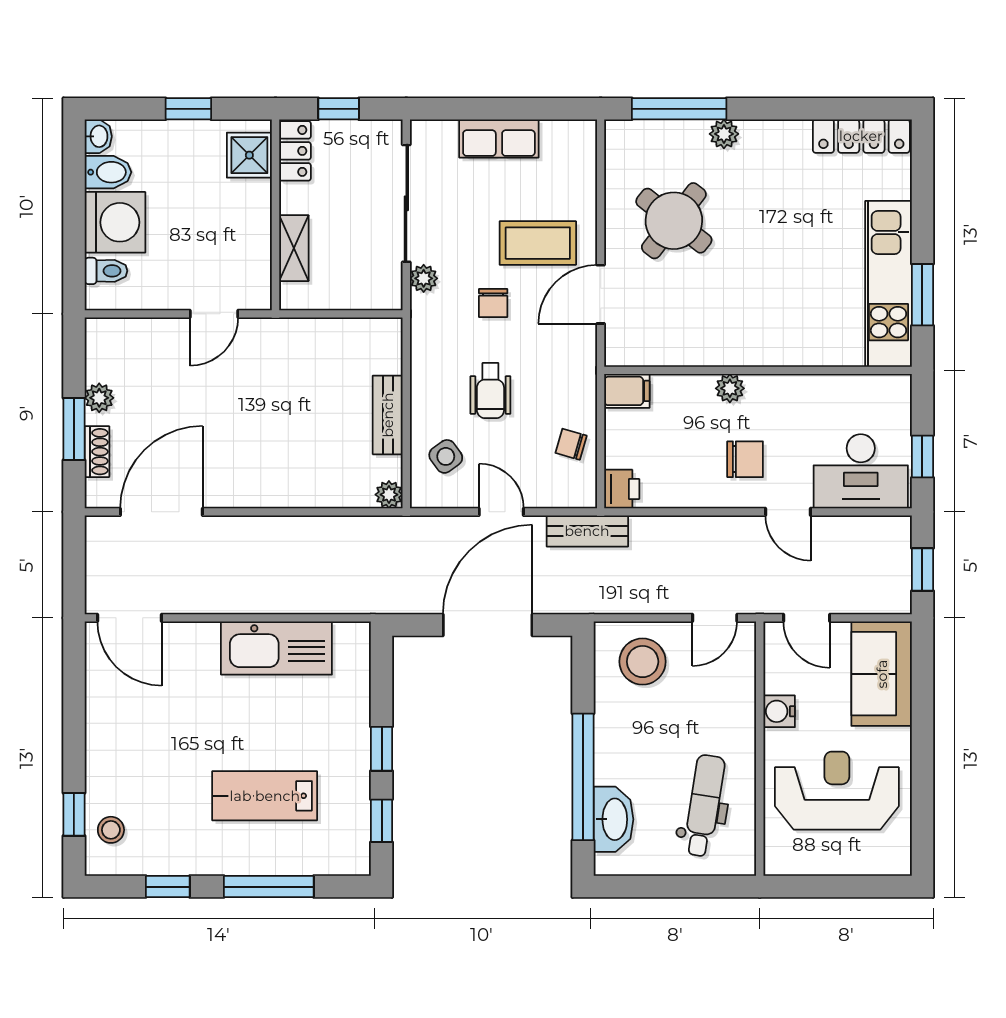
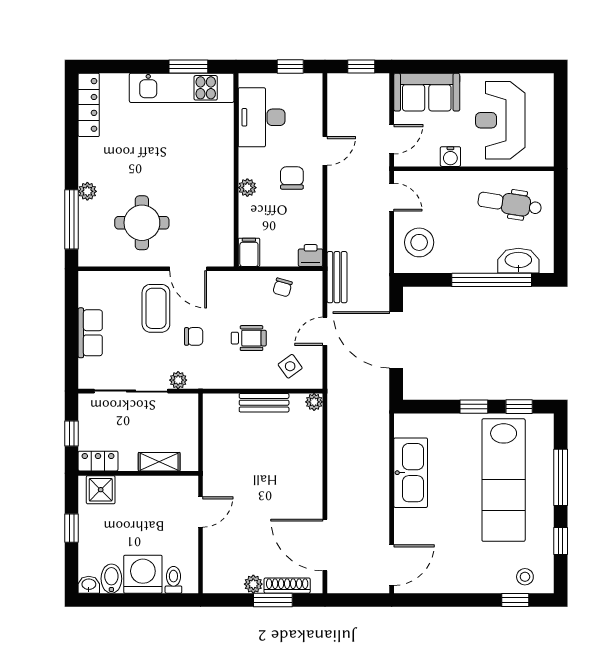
round table: (674, 221) -> (142, 223), turned -38
door: (214, 314) -> (200, 512), hinge flipped
shoe rack: (97, 452) -> (287, 586), width x1.43
desk: (861, 471) -> (262, 117), moved, turned 180
lab bench: (265, 796) -> (504, 480), width x1.86, depth x1.39

